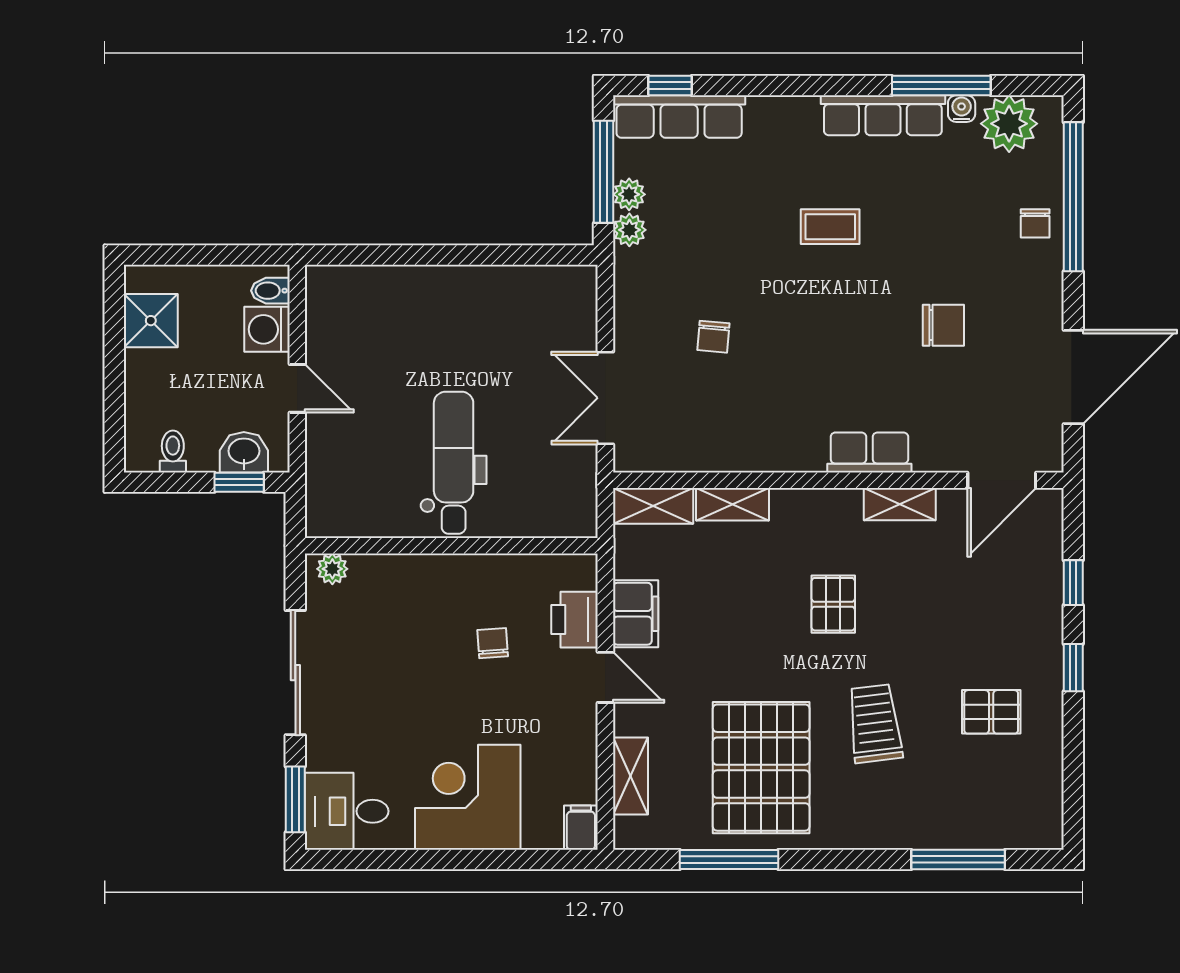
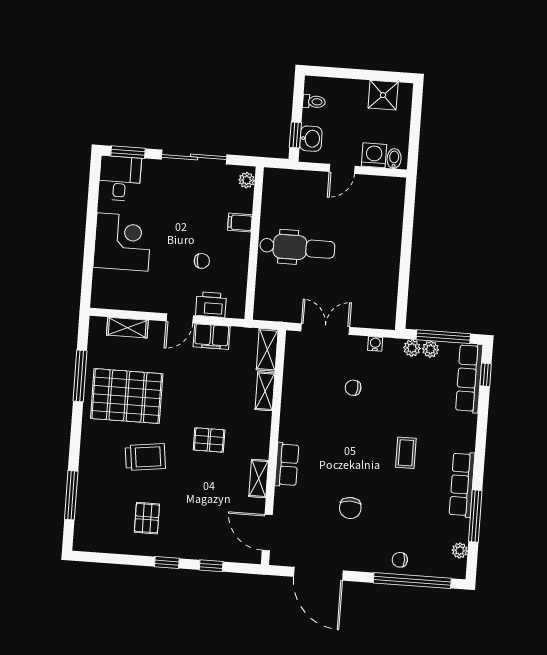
water cooler: (962, 109) -> (375, 344), moved, turned -90
plant: (1009, 124) -> (460, 550), width x0.53, depth x0.53
filing cabinet: (581, 828) -> (240, 223), moved, turned 180

